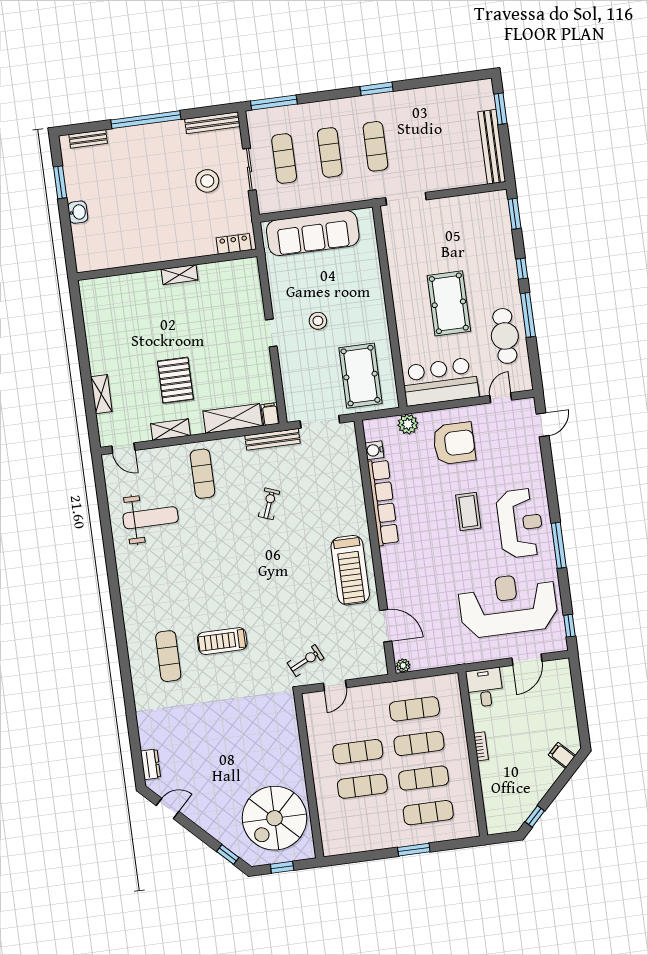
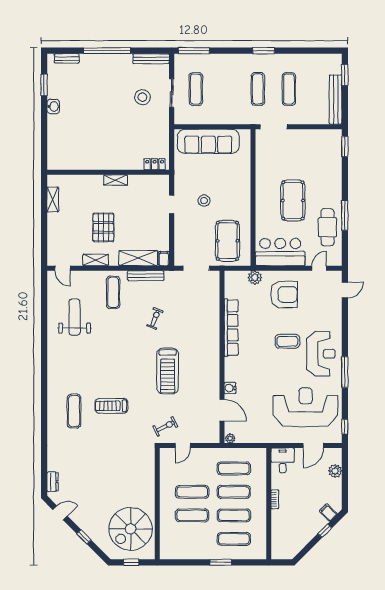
exercise mat: (330, 152) -> (289, 89), moved
locker: (234, 244) -> (155, 164), moved
wall: (167, 265) -> (108, 172), moved
window: (522, 269) -> (345, 184), removed
shelving: (180, 275) -> (116, 180), moved
shelving: (101, 394) -> (53, 200), moved
bench: (272, 439) -> (146, 276), moved
water cooler: (374, 450) -> (230, 388), moved
coffee table: (468, 511) -> (287, 341), turned 90
weight bench: (151, 518) -> (75, 317), turned -90
treadmill: (350, 570) -> (168, 371), moved
plant: (564, 693) -> (335, 471), added
window: (535, 816) -> (325, 531), moved
window: (228, 855) -> (84, 537), moved

